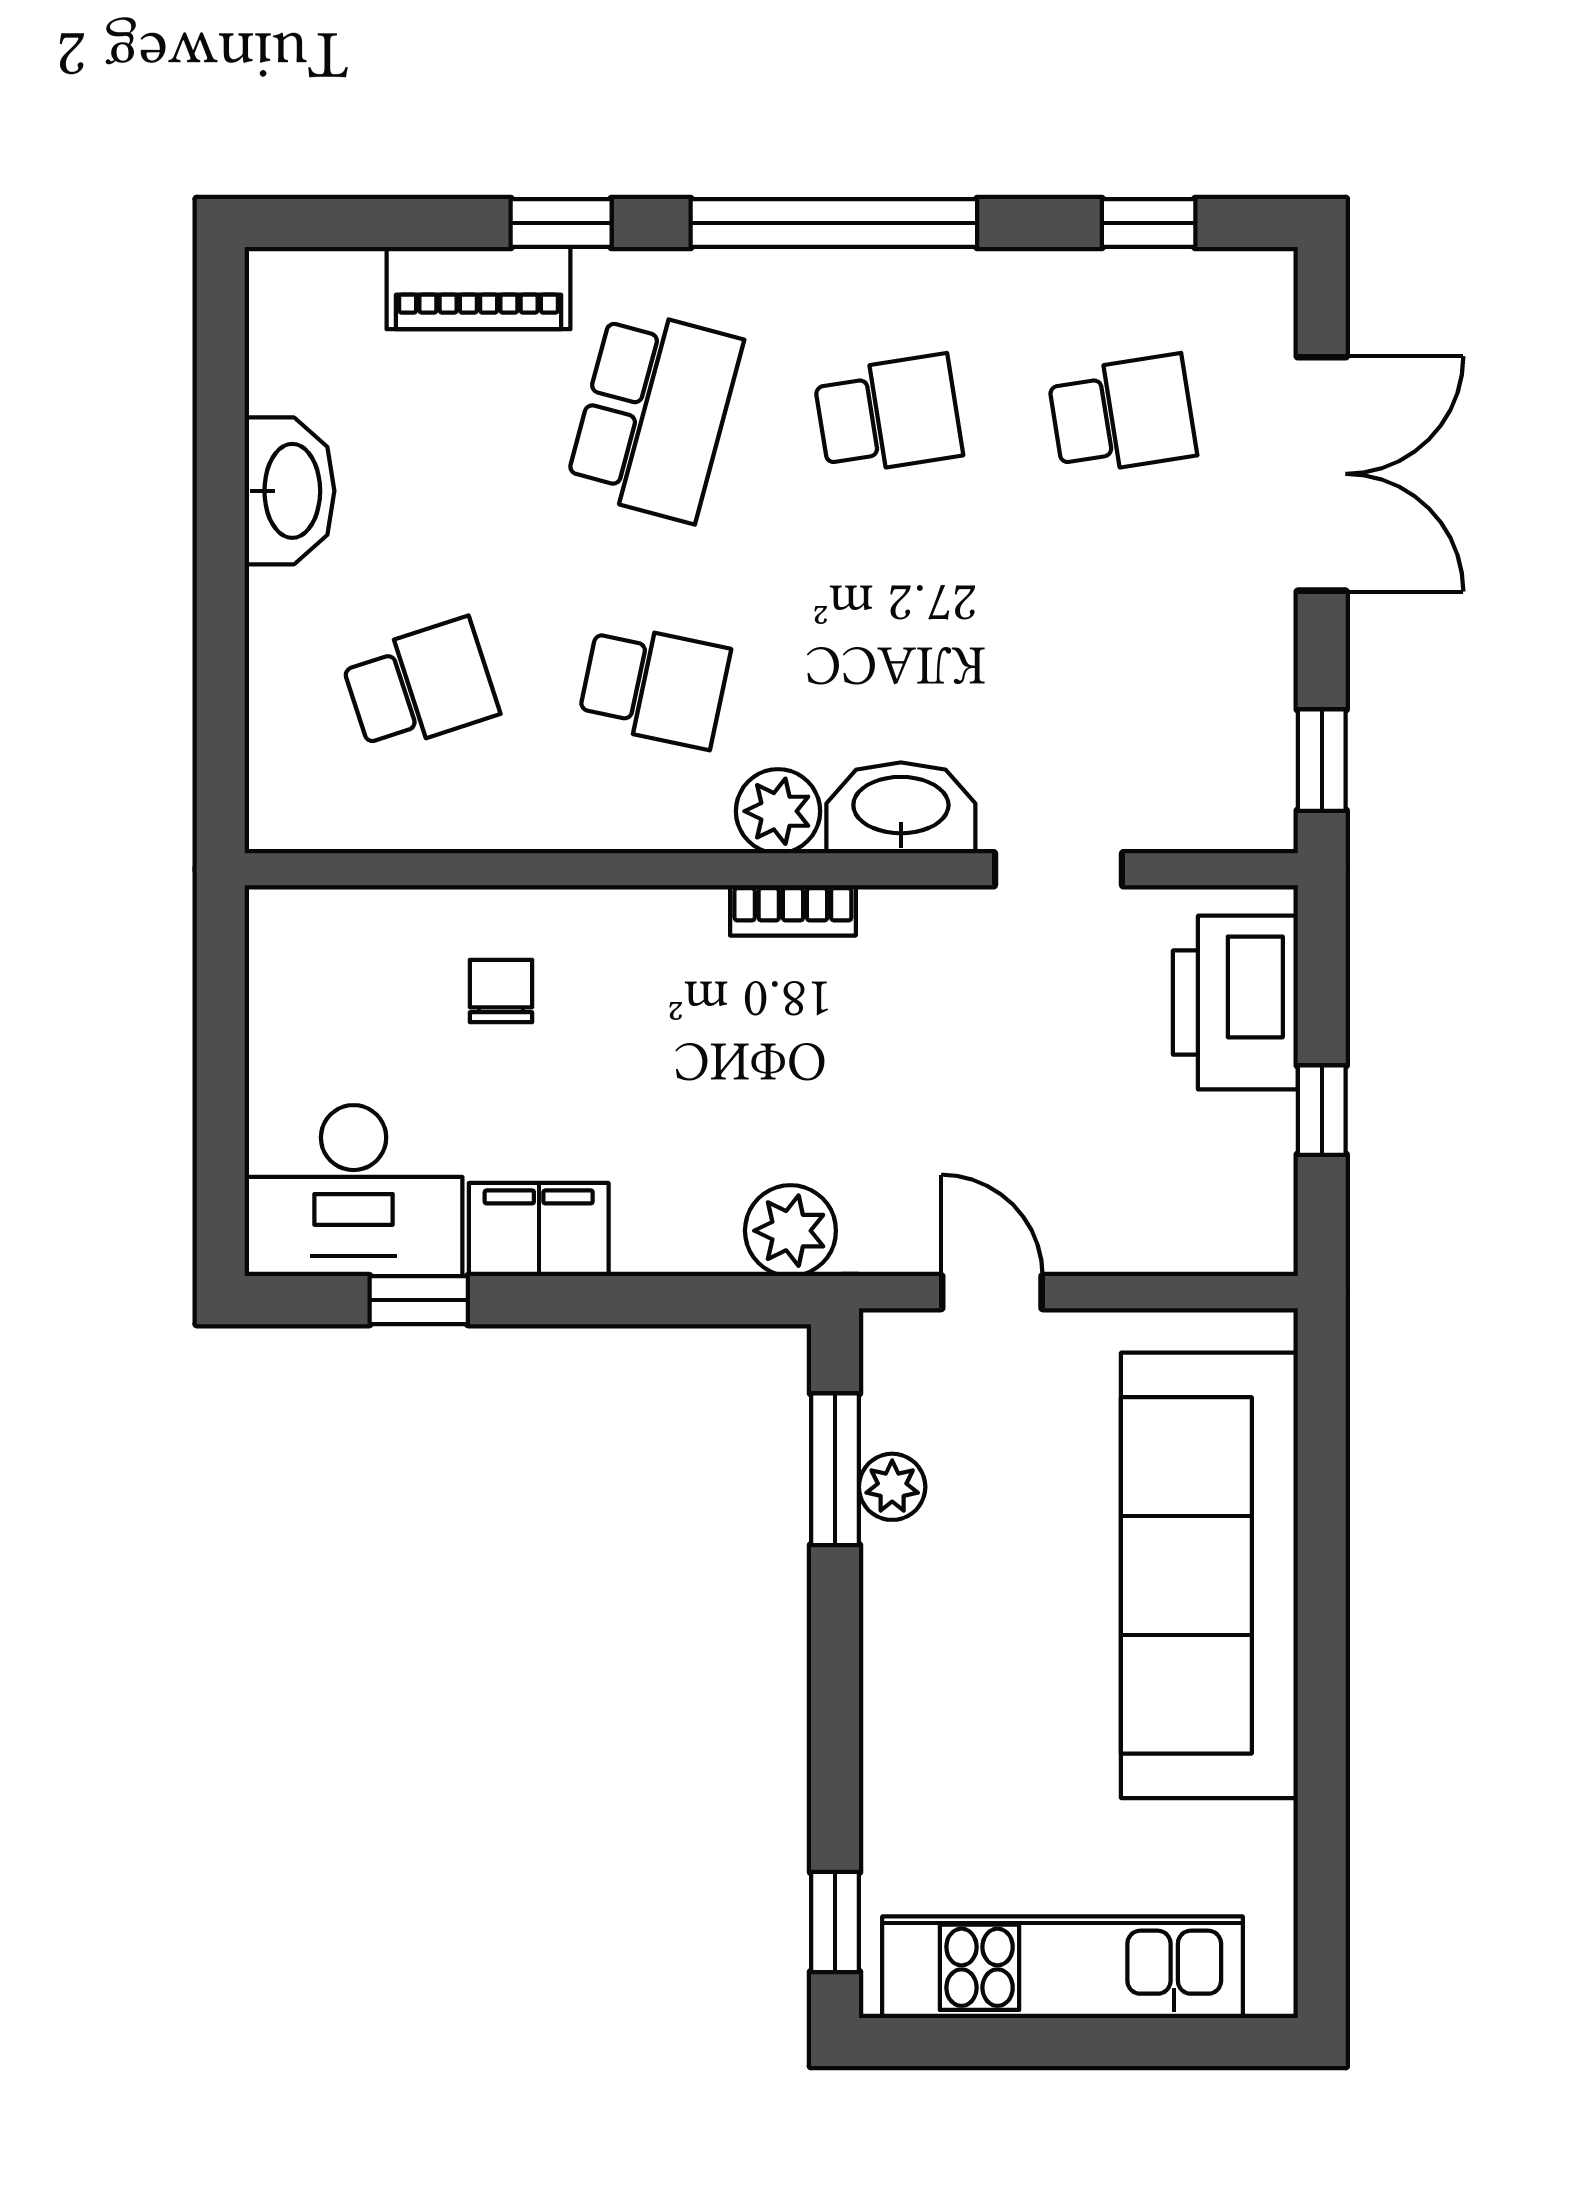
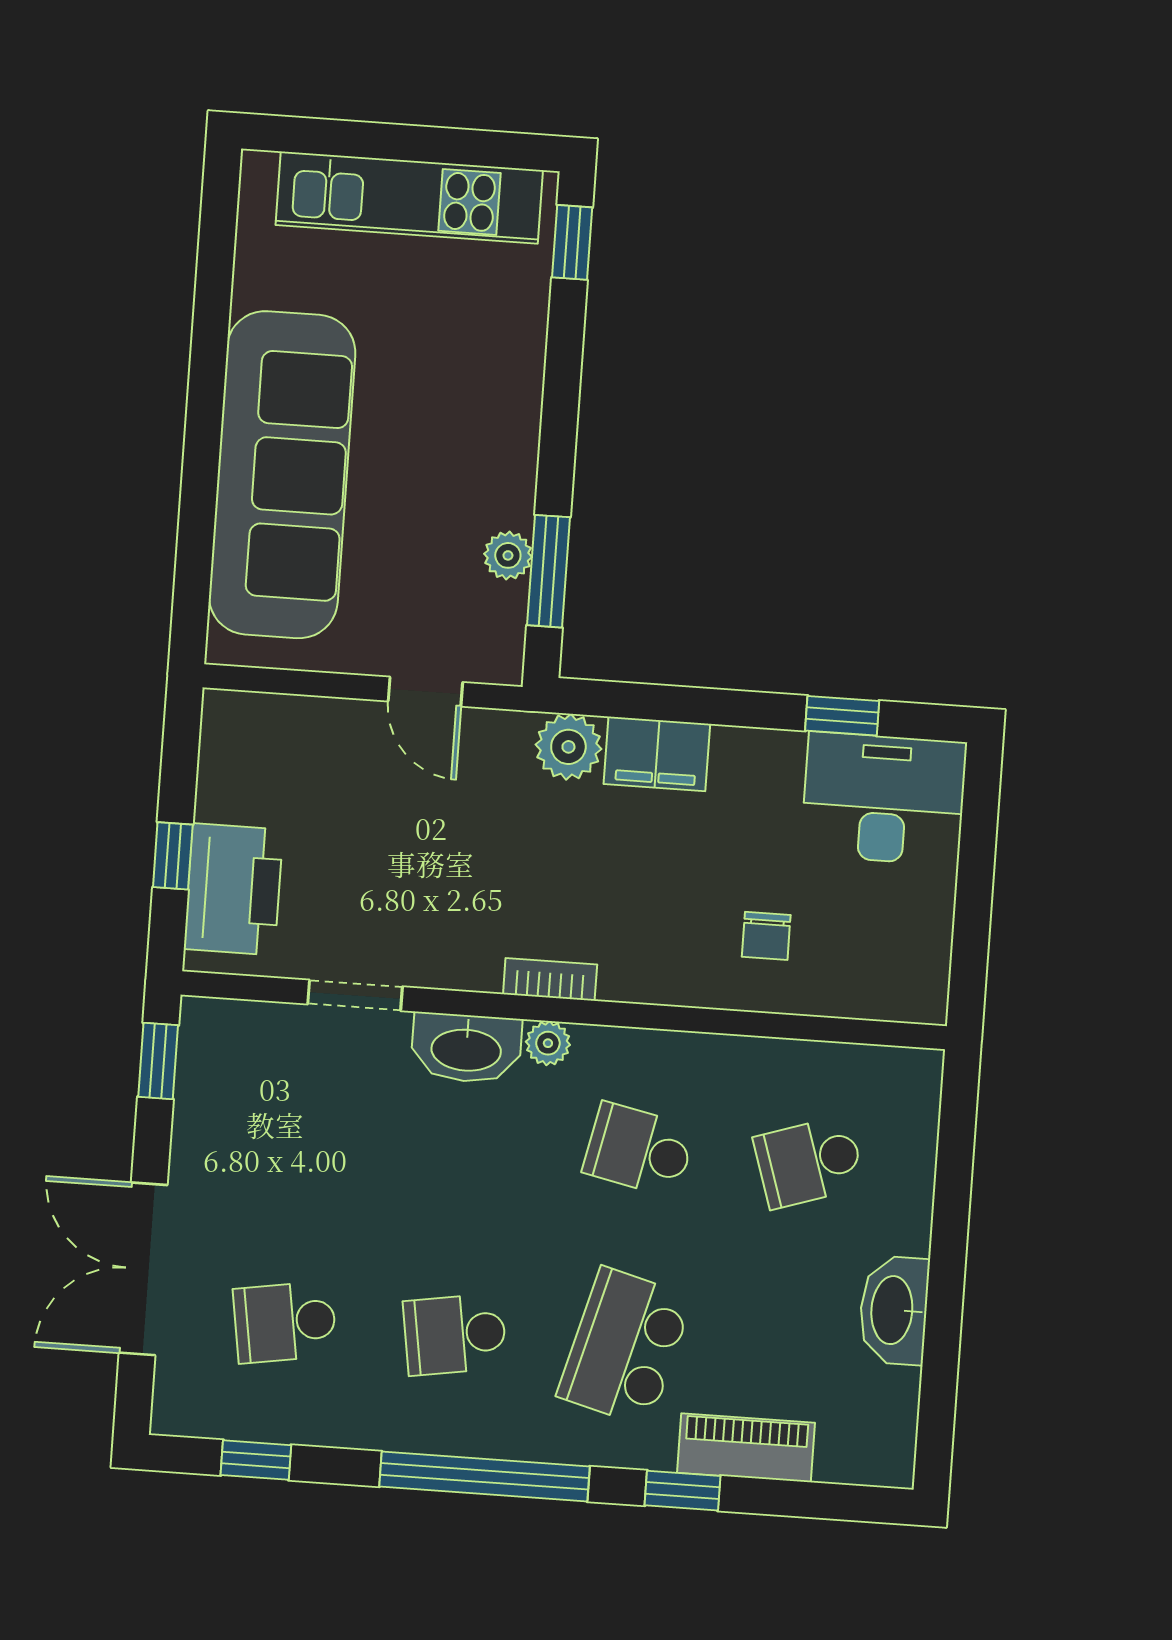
plant: (778, 811) -> (548, 1043), width x0.73, depth x0.73
window: (1322, 1110) -> (173, 856), moved
filing cabinet: (539, 1230) -> (657, 754), moved

